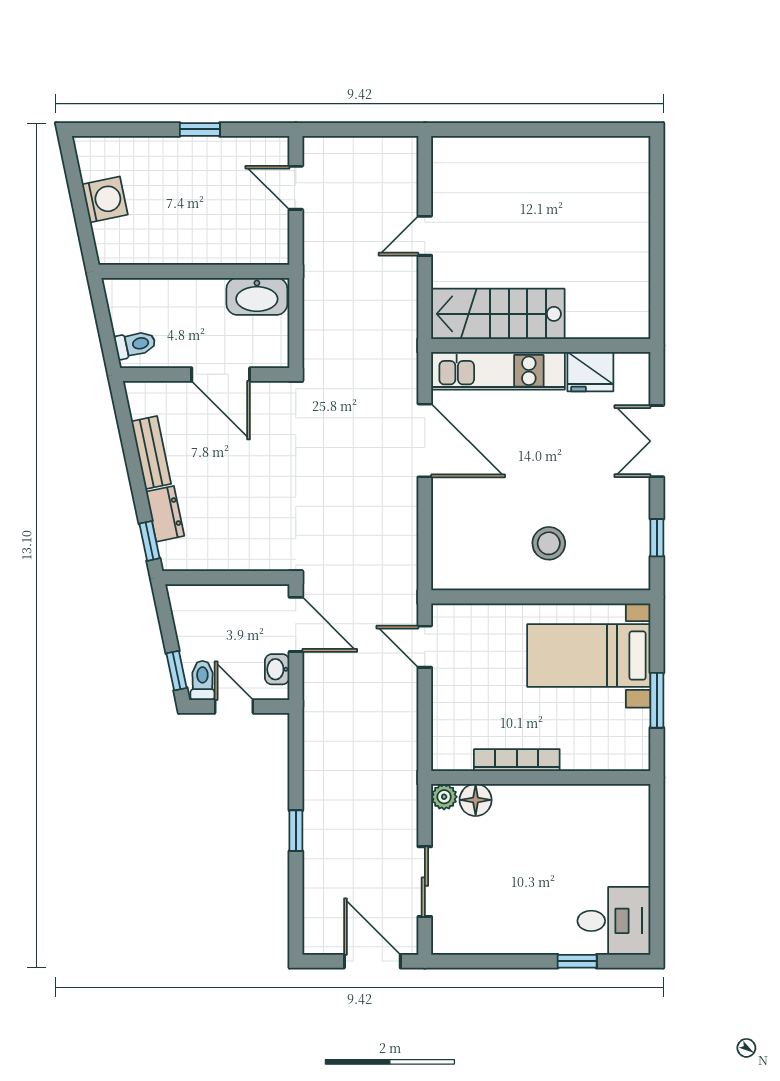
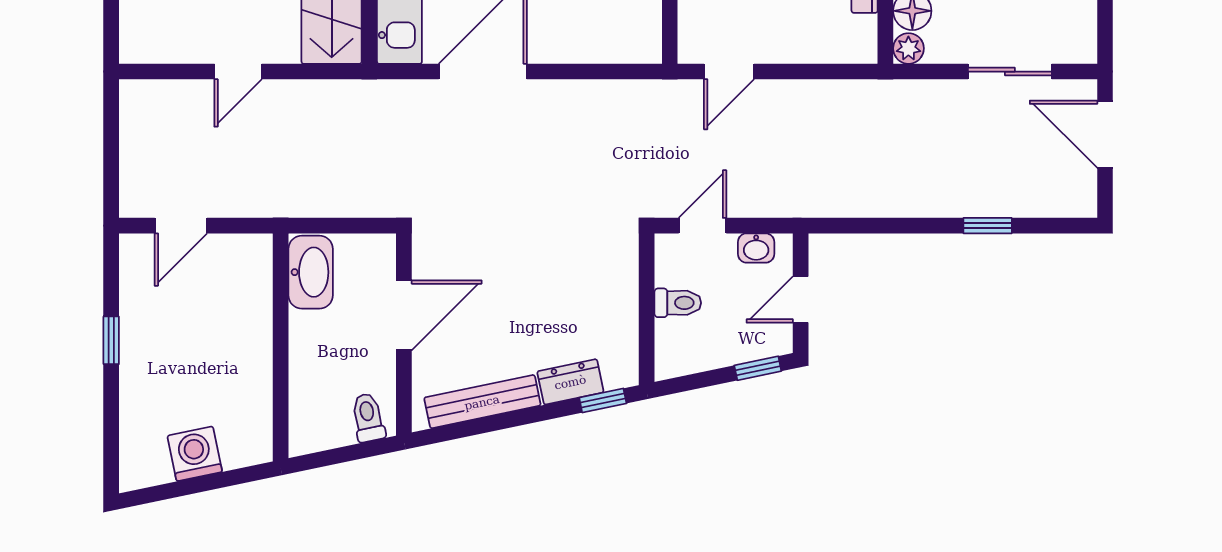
door: (425, 236) -> (238, 72), hinge flipped
bench: (151, 453) -> (482, 402), width x1.36
door: (296, 624) -> (702, 226), width x0.73
toilet: (202, 680) -> (678, 303), moved, turned 180
window: (296, 831) -> (988, 226), moved
door: (372, 961) -> (1105, 134), hinge flipped

